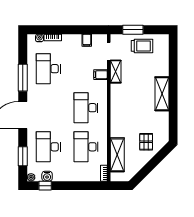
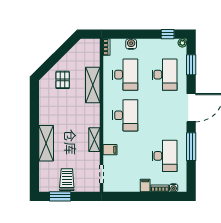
window: (133, 30) -> (60, 196), moved
filing cabinet: (87, 40) -> (145, 185), moved
trolley: (142, 46) -> (67, 180), turned 90
shelving: (116, 72) -> (94, 140), moved
shelving: (162, 94) -> (46, 143), moved
shelving: (117, 155) -> (93, 85), moved
water cooler: (47, 176) -> (131, 44), moved

